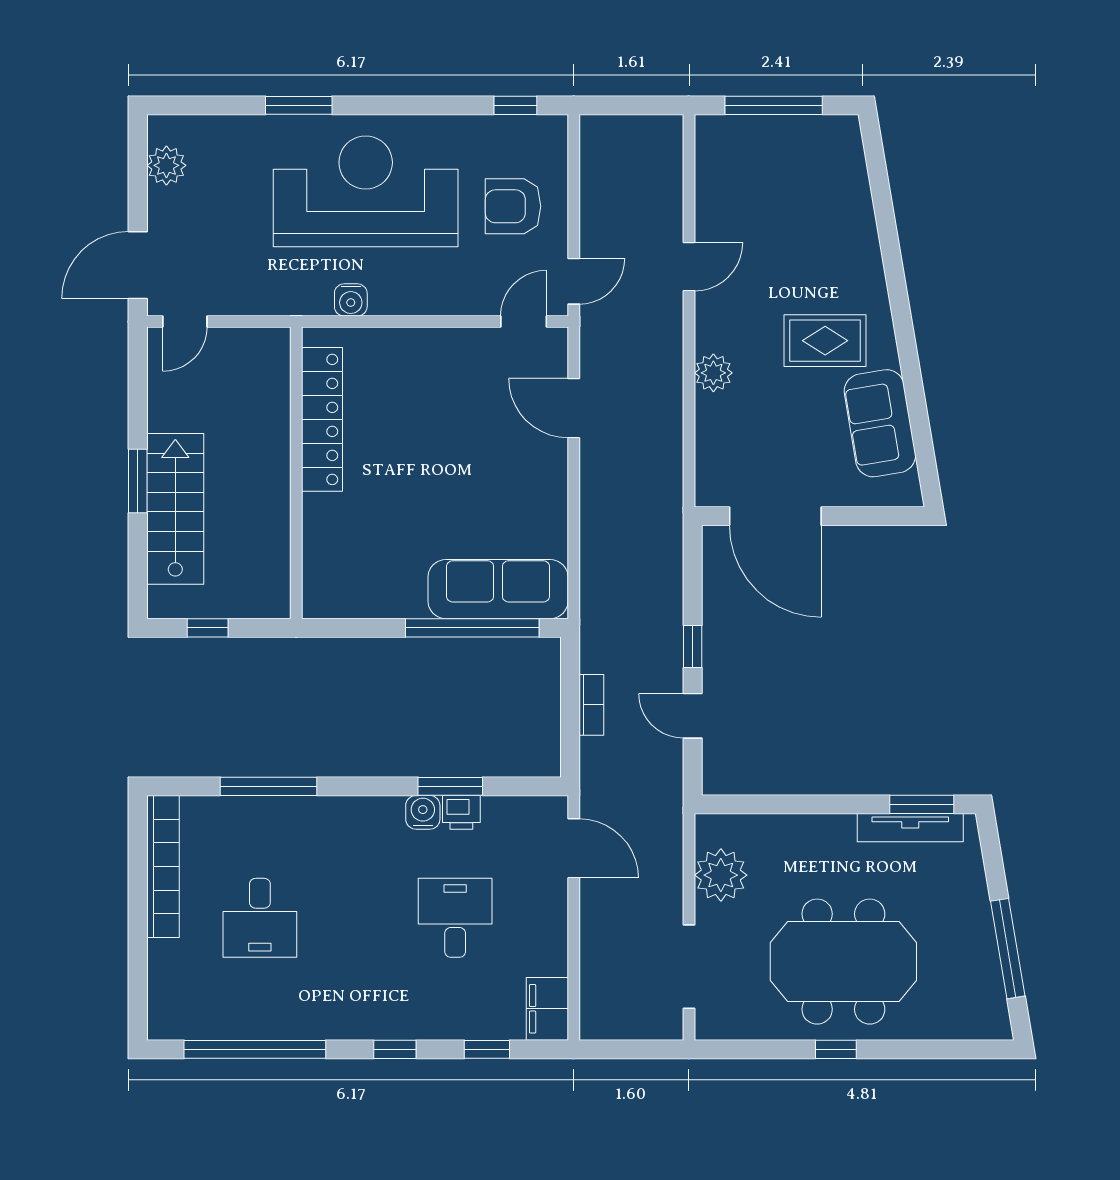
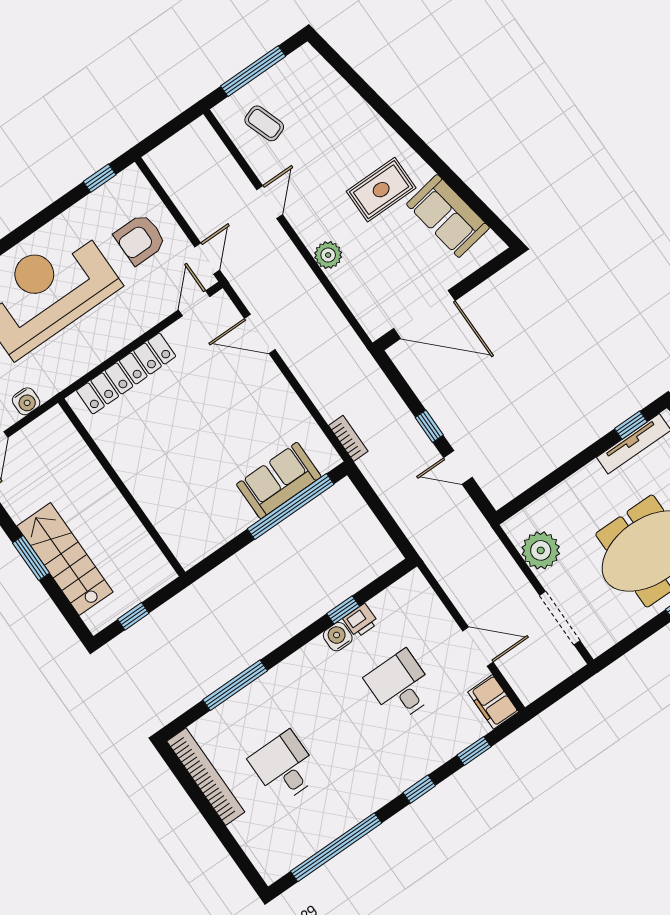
coffee table: (745, 173) -> (264, 123), added
water cooler: (351, 300) -> (26, 401), moved
locker: (322, 419) -> (126, 373), moved, turned 90
sofa: (498, 589) -> (279, 481), width x0.73
bookcase: (591, 705) -> (348, 438), moved
window: (450, 786) -> (343, 610), width x0.67
window: (922, 804) -> (631, 425), width x0.67
door: (574, 848) -> (478, 647), moved
desk: (260, 918) -> (285, 767), turned 180

